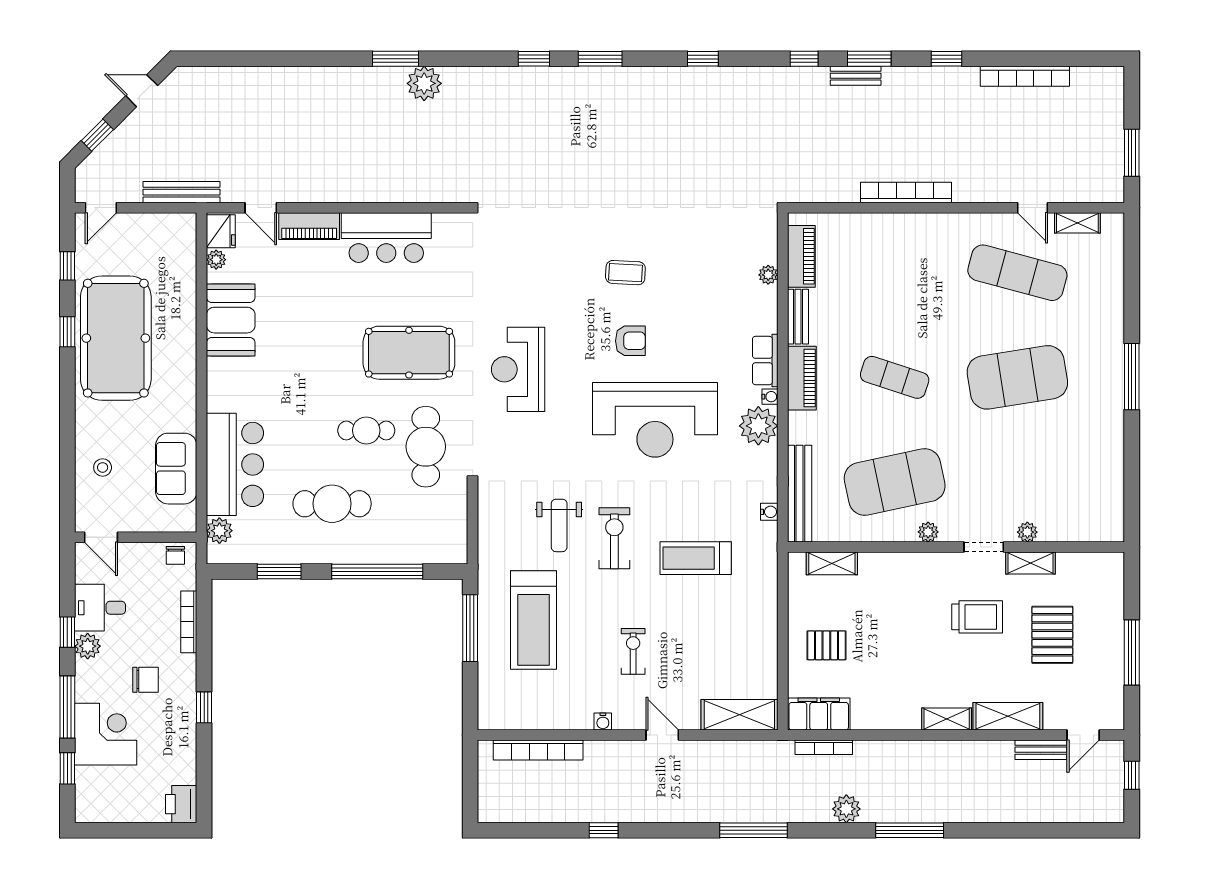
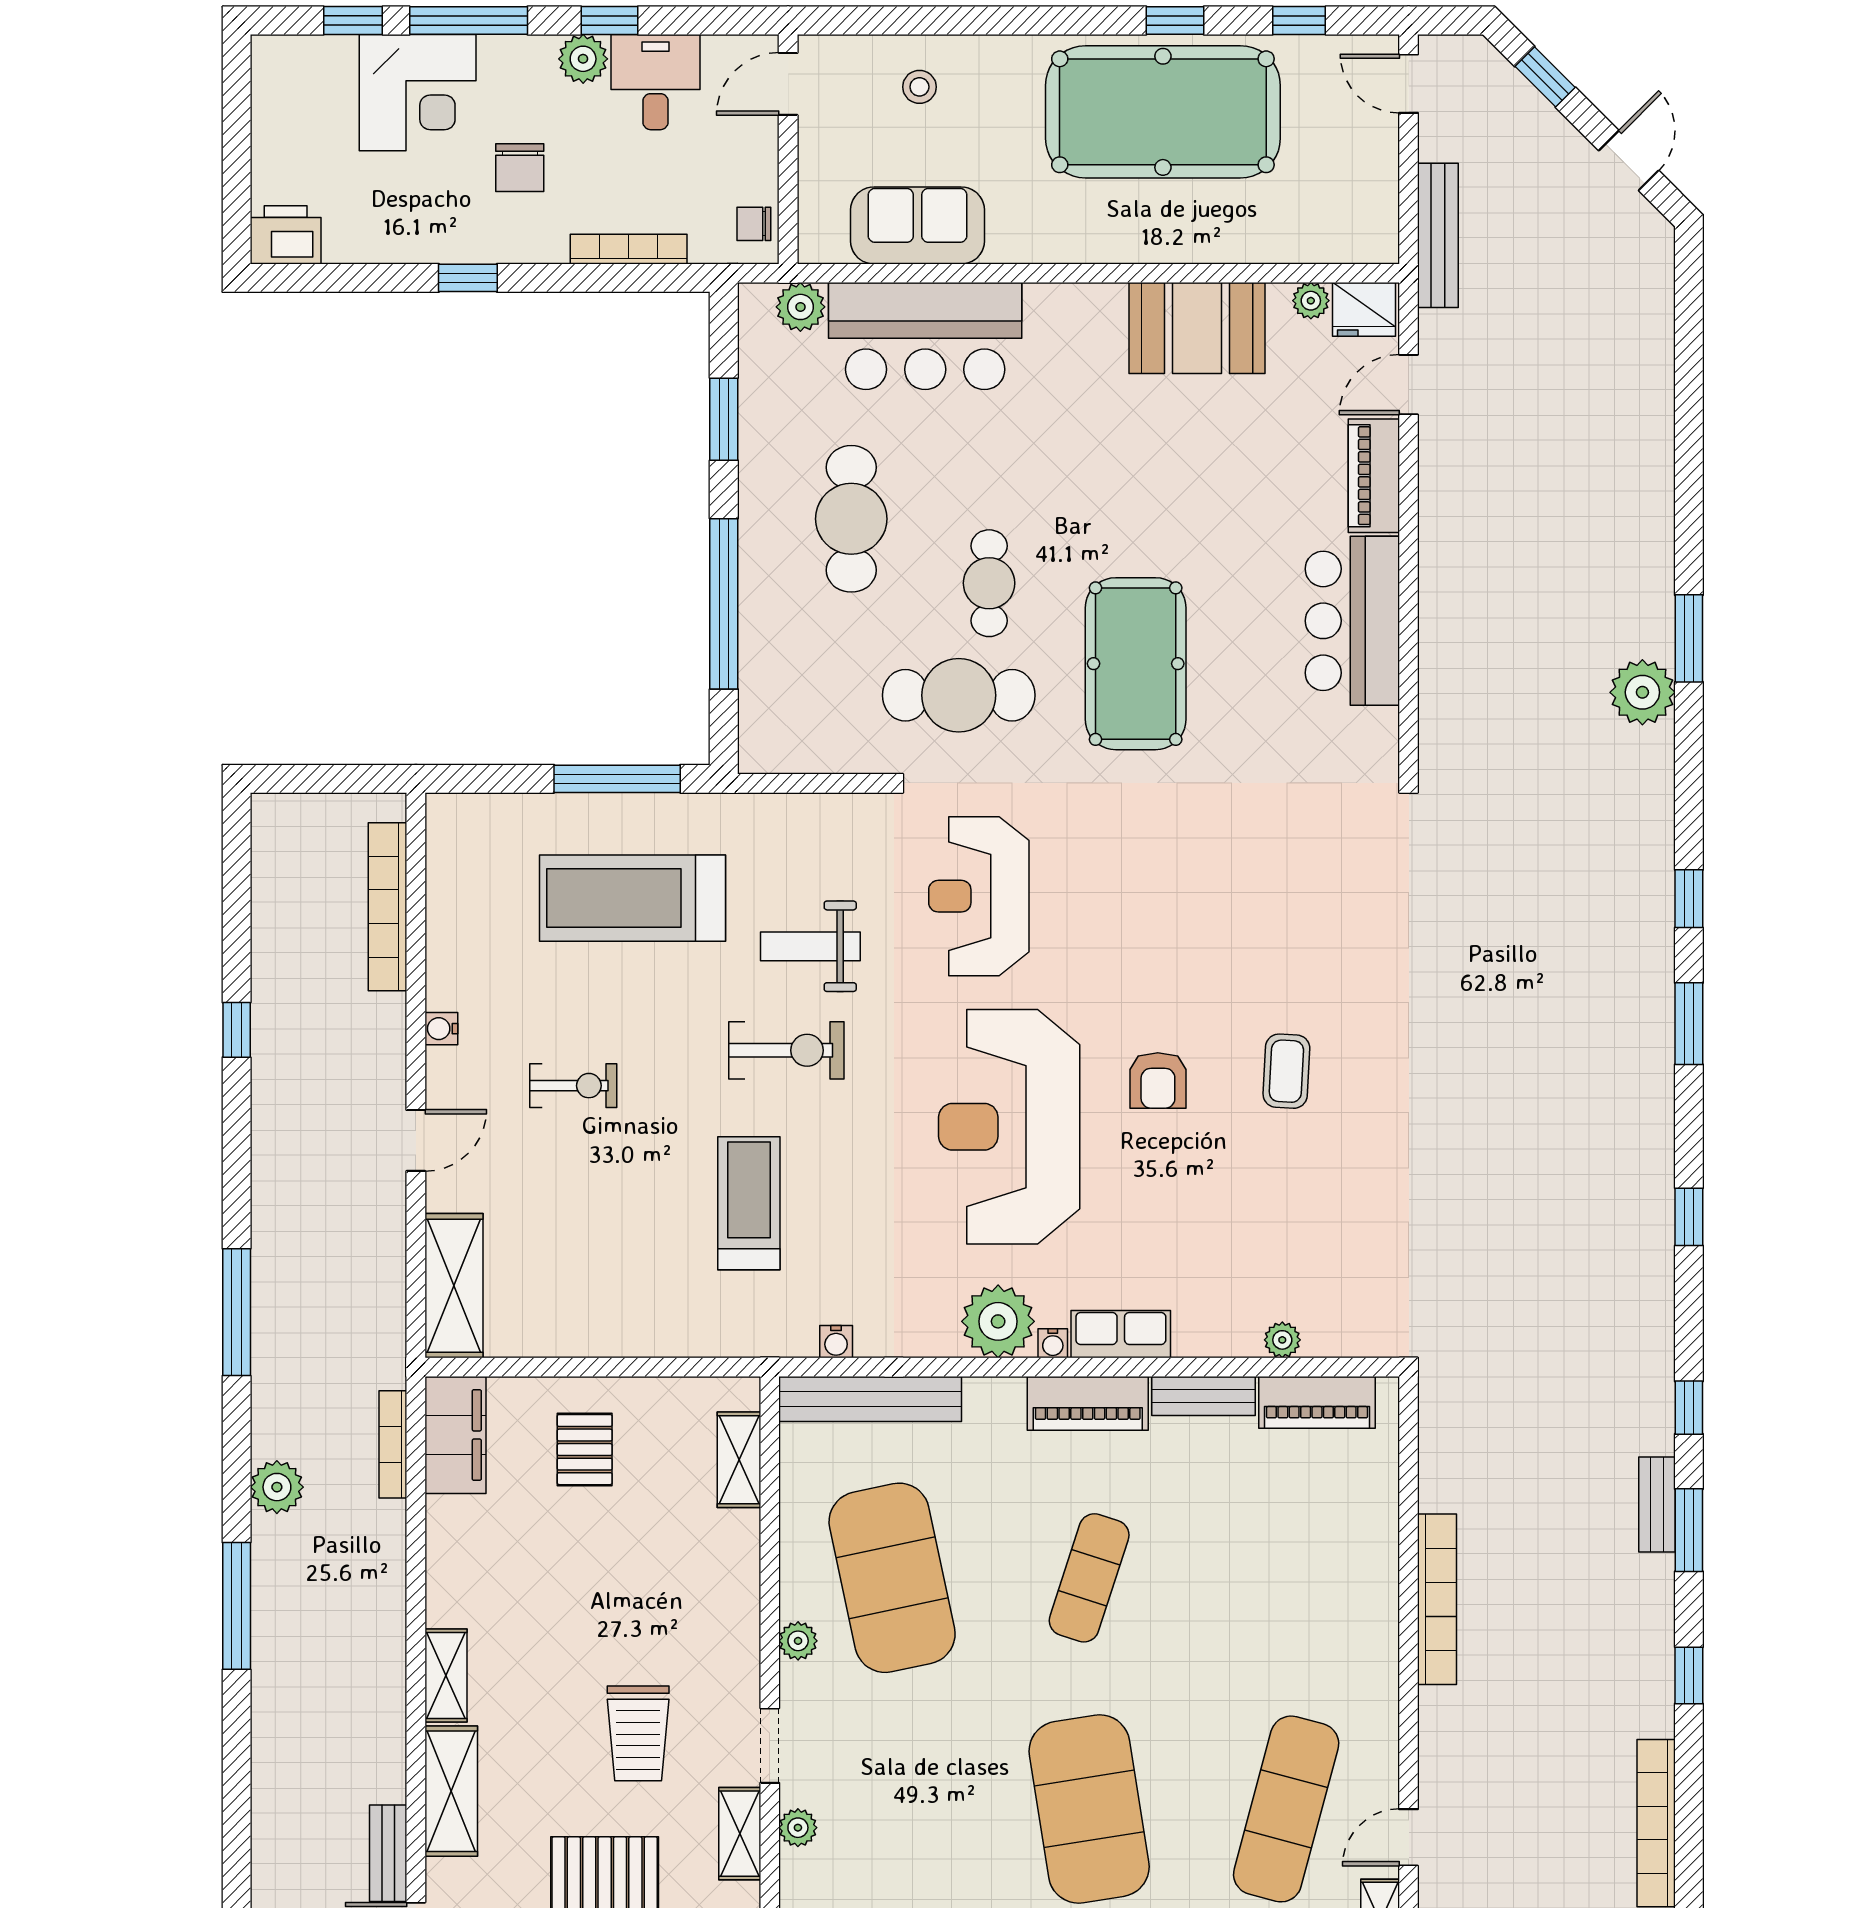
reception desk: (518, 369) -> (979, 896), moved, turned -90

